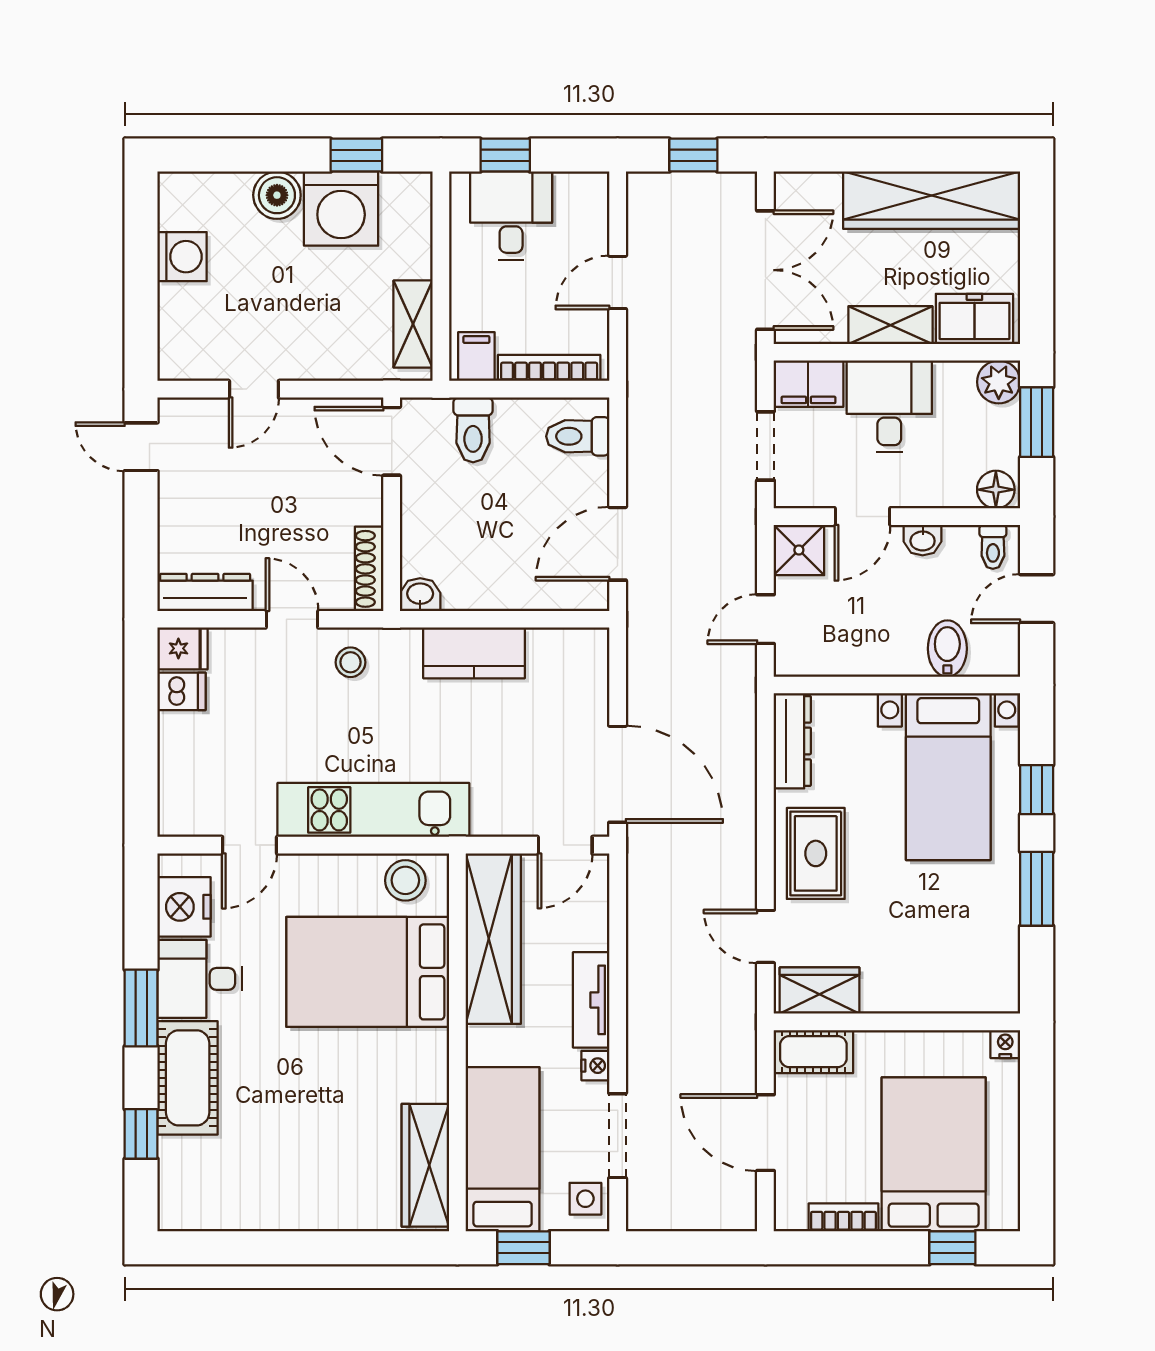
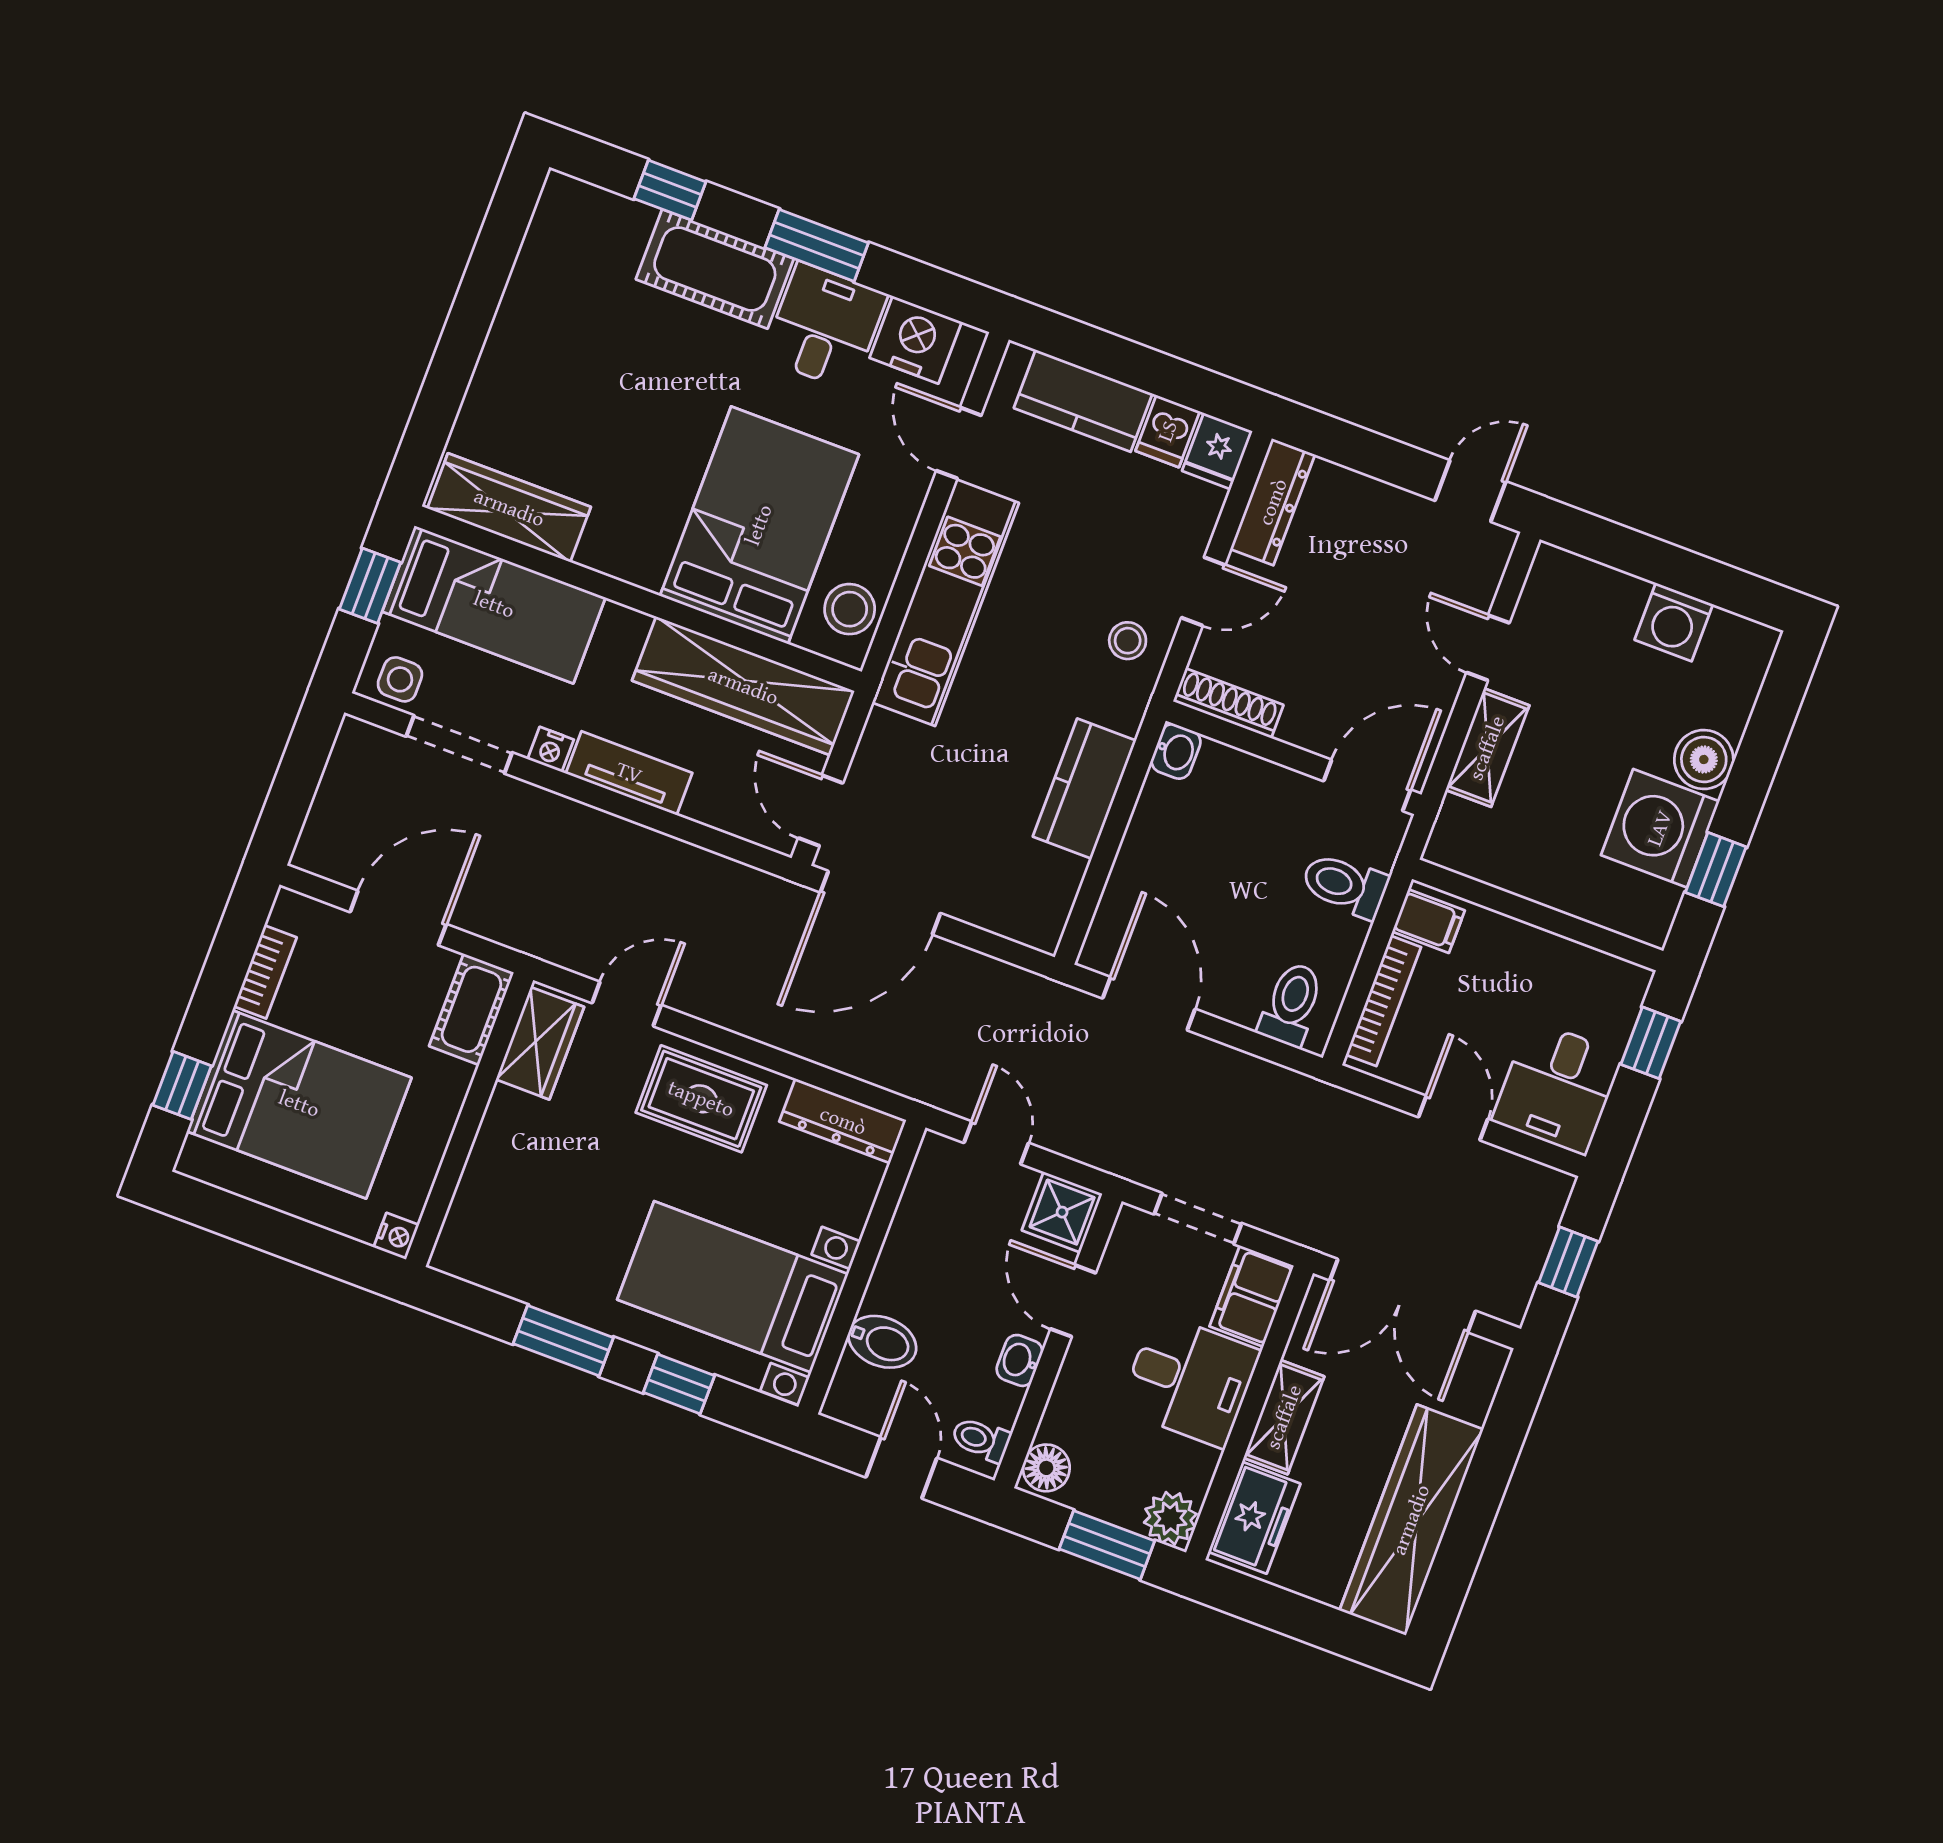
desk: (511, 216) -> (1558, 1088), moved, turned 90
shelving: (413, 324) -> (1487, 748), moved, turned 90
kitchen counter: (183, 764) -> (1083, 401), added

